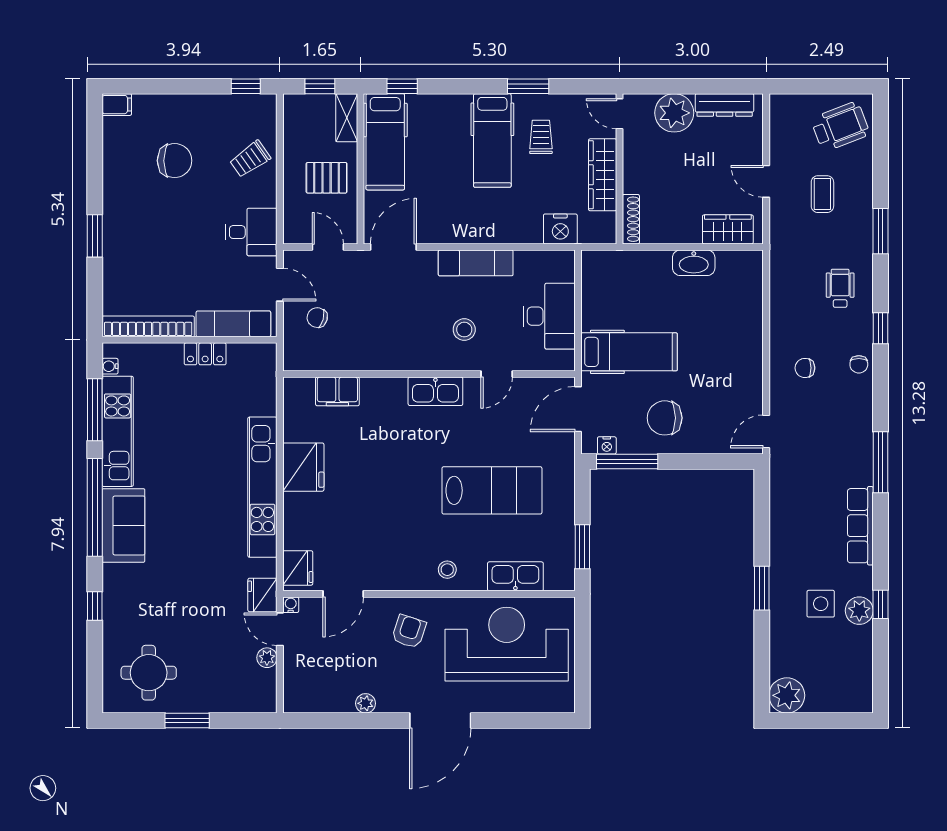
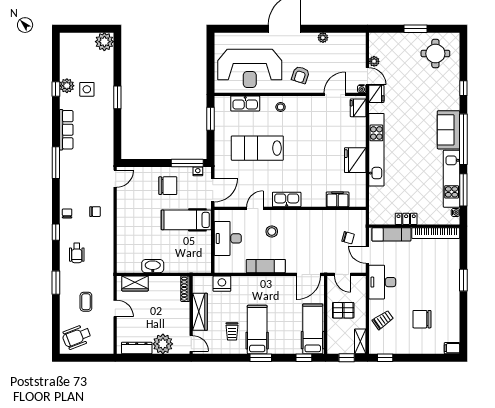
window: (528, 86) -> (261, 358), moved
shelving: (347, 118) -> (360, 341), moved
desk: (251, 232) -> (382, 282), width x1.37

